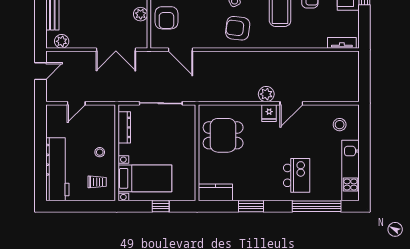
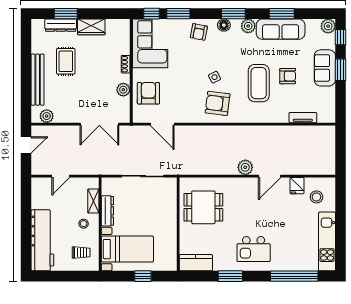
armchair: (166, 18) -> (148, 93), turned 180
tv unit: (342, 43) -> (303, 118), moved
fridge: (269, 113) -> (297, 186), moved
dresser: (124, 127) -> (107, 211), moved
shelving: (110, 129) -> (93, 201), added
kitchen island: (297, 175) -> (254, 249), moved, turned 90

